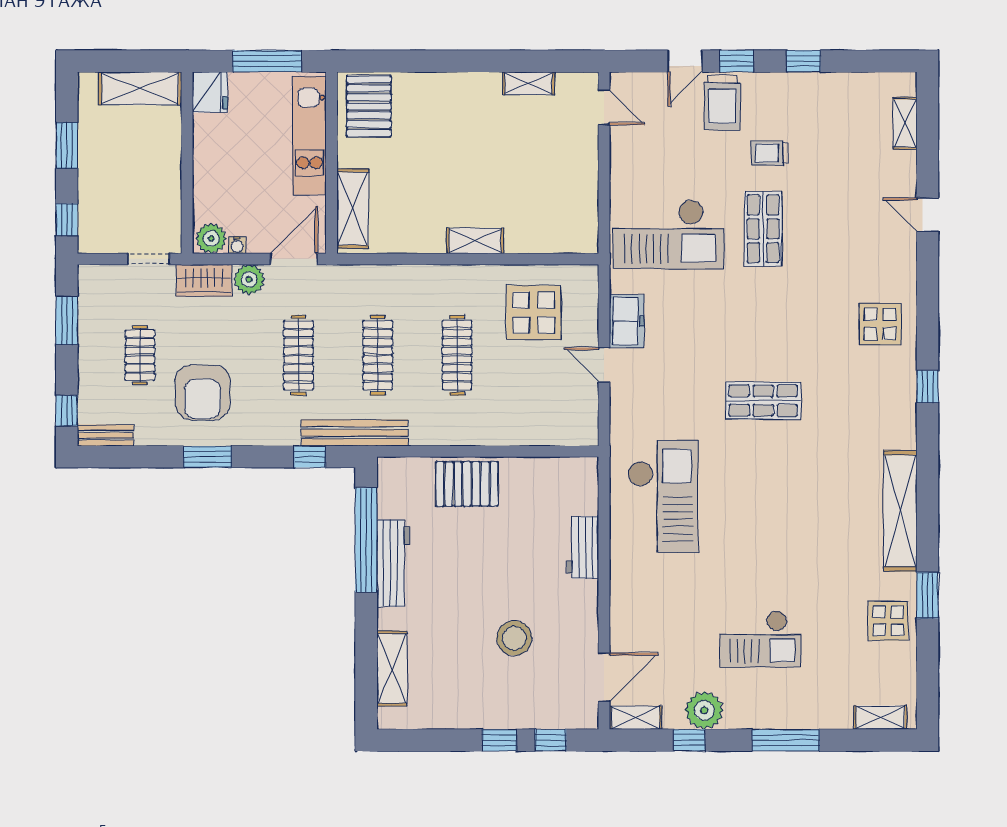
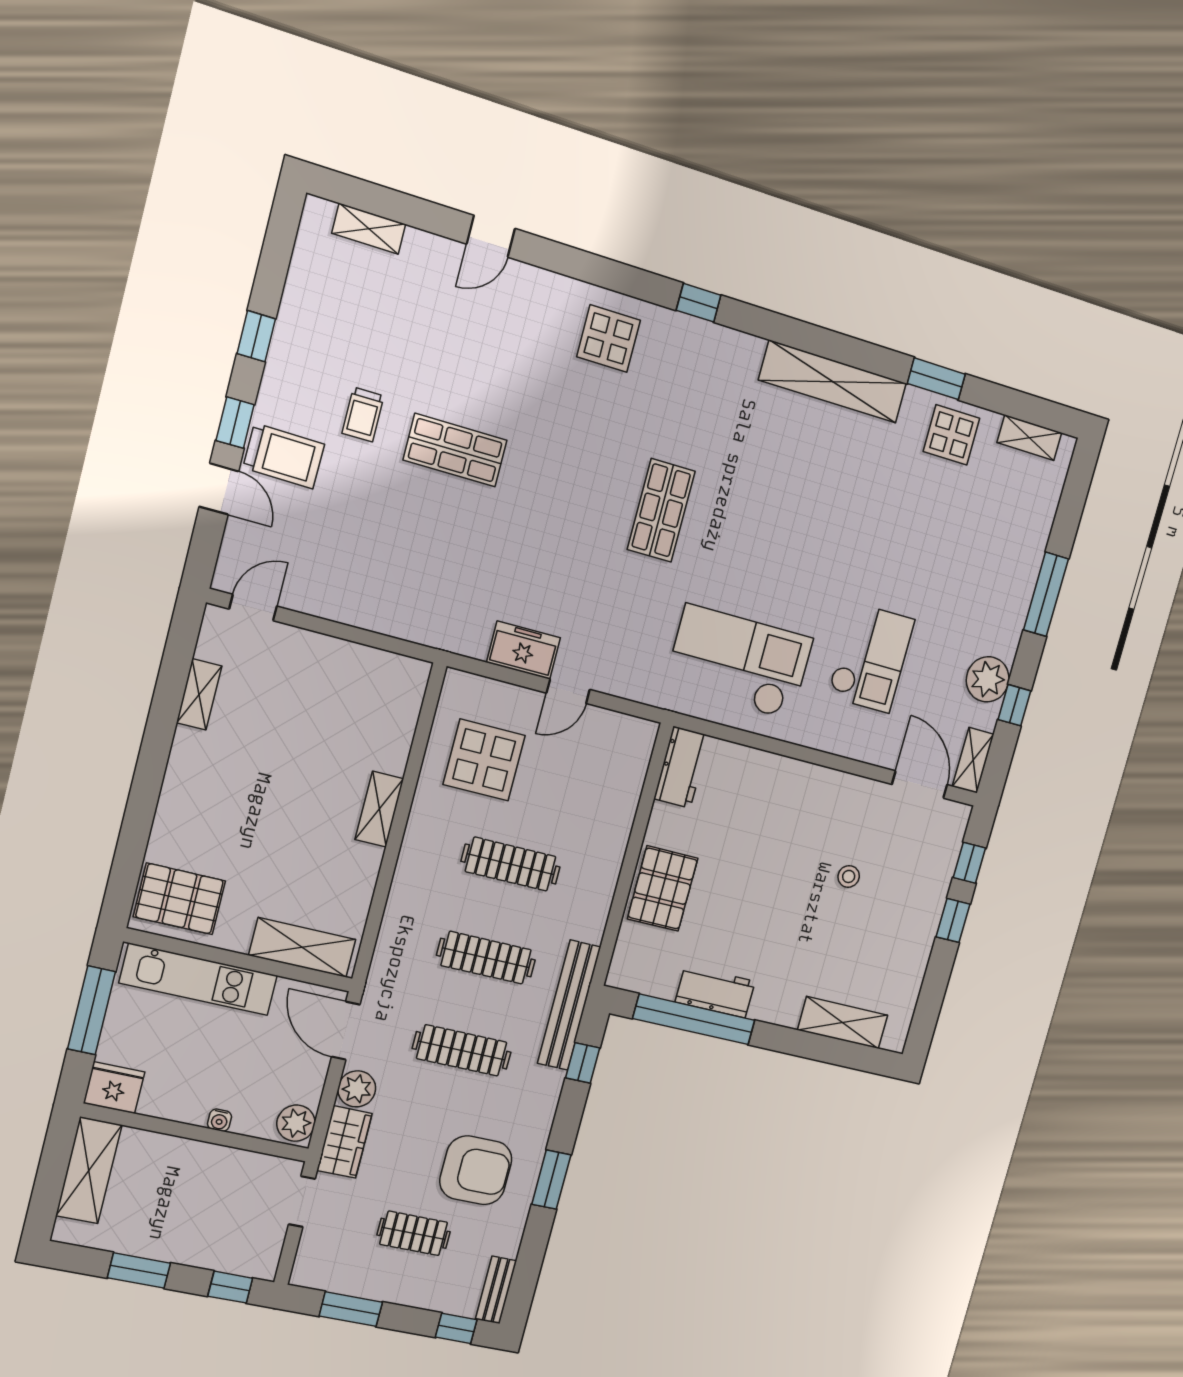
checkout: (669, 234) -> (432, 570), removed
water cooler: (237, 245) -> (220, 1120), moved, turned 90
workbench: (583, 547) -> (682, 767), moved, turned -90
workbench: (393, 563) -> (715, 992), width x0.73
stool: (514, 638) -> (849, 876), width x0.53, depth x0.53
checkout: (760, 639) -> (871, 658), moved
shelving: (880, 718) -> (1029, 438), moved, turned 90

